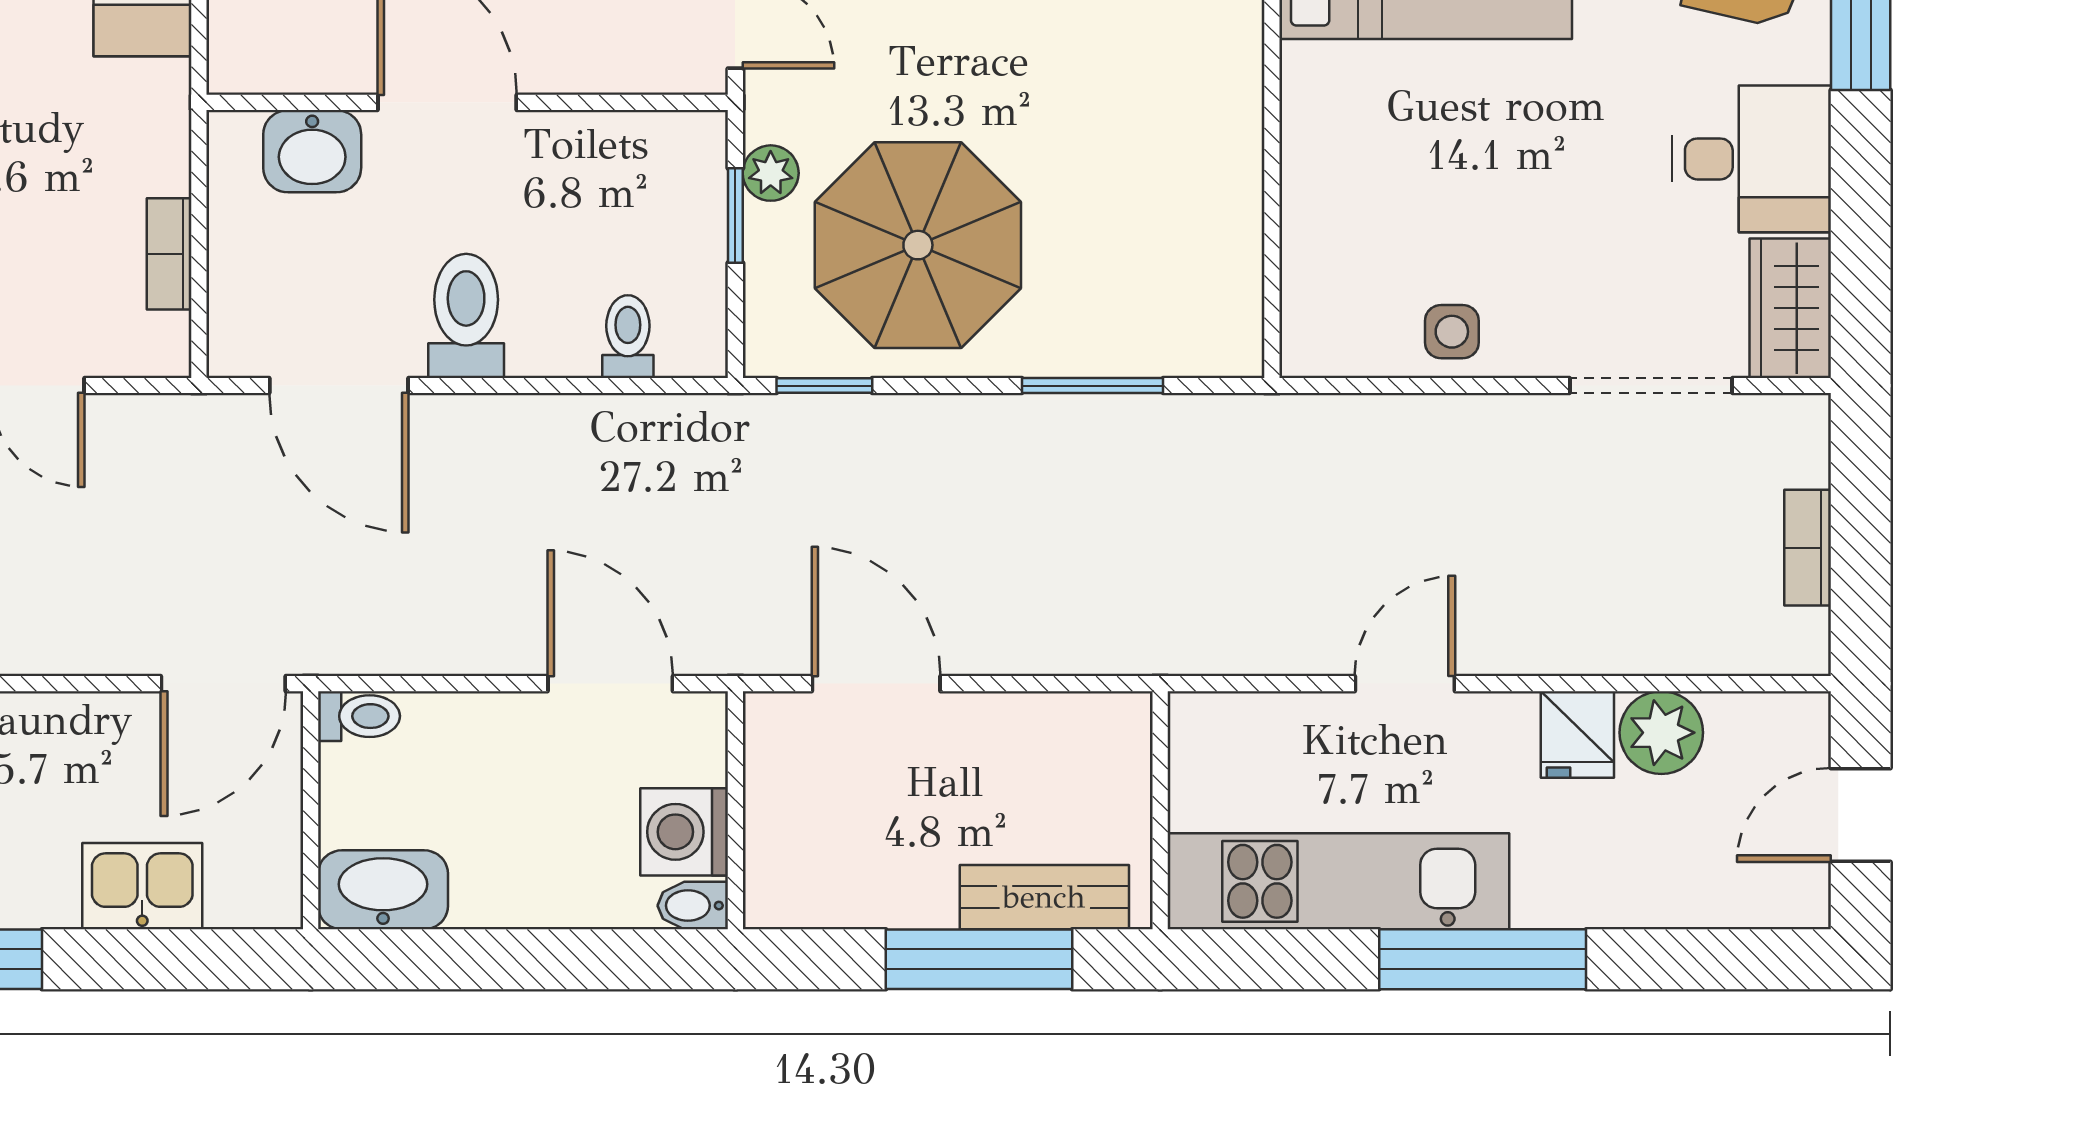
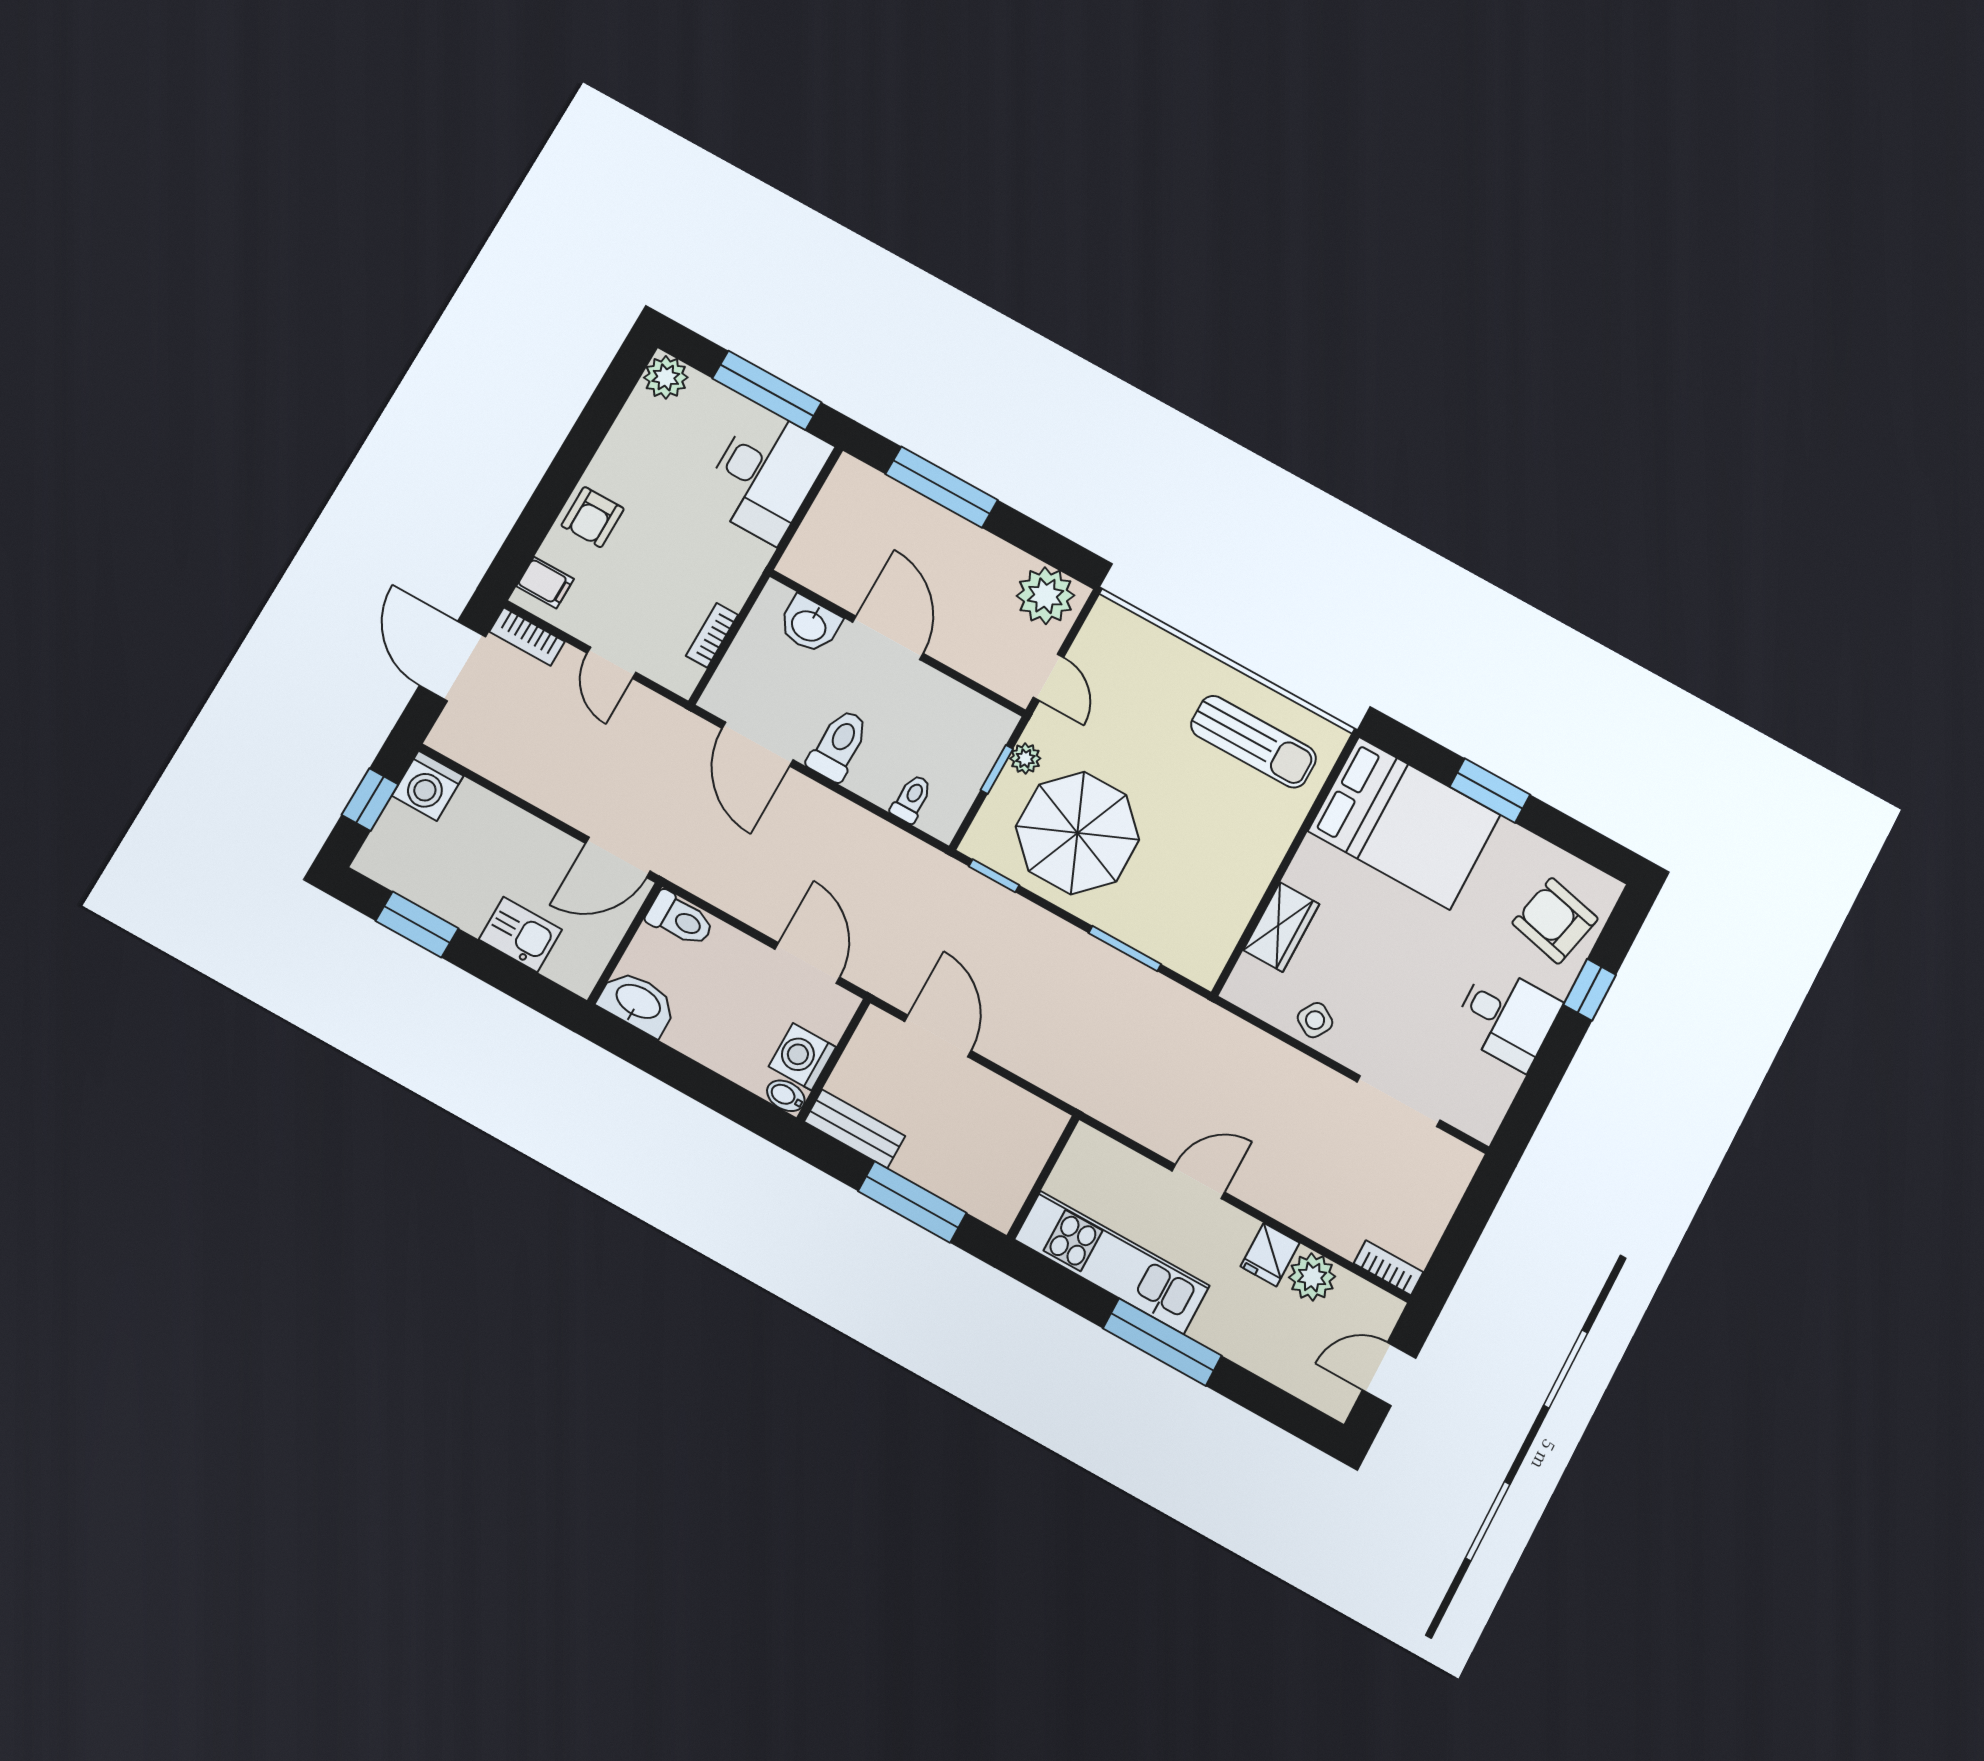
wardrobe: (1790, 308) -> (1281, 927), moved, turned 180
side table: (1452, 332) -> (1315, 1020), turned 31
bookcase: (1808, 548) -> (1388, 1268), moved, turned 90
toilet: (359, 716) -> (680, 919), width x1.37, depth x1.39
bench: (1044, 897) -> (855, 1129), moved

